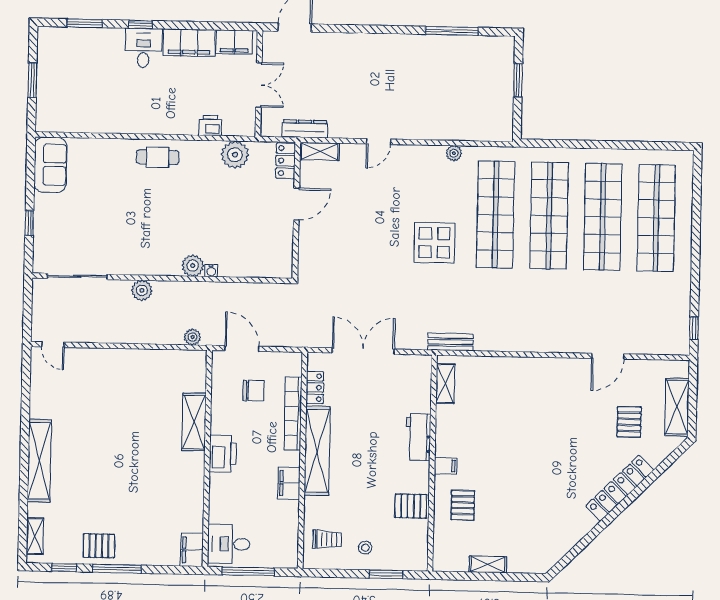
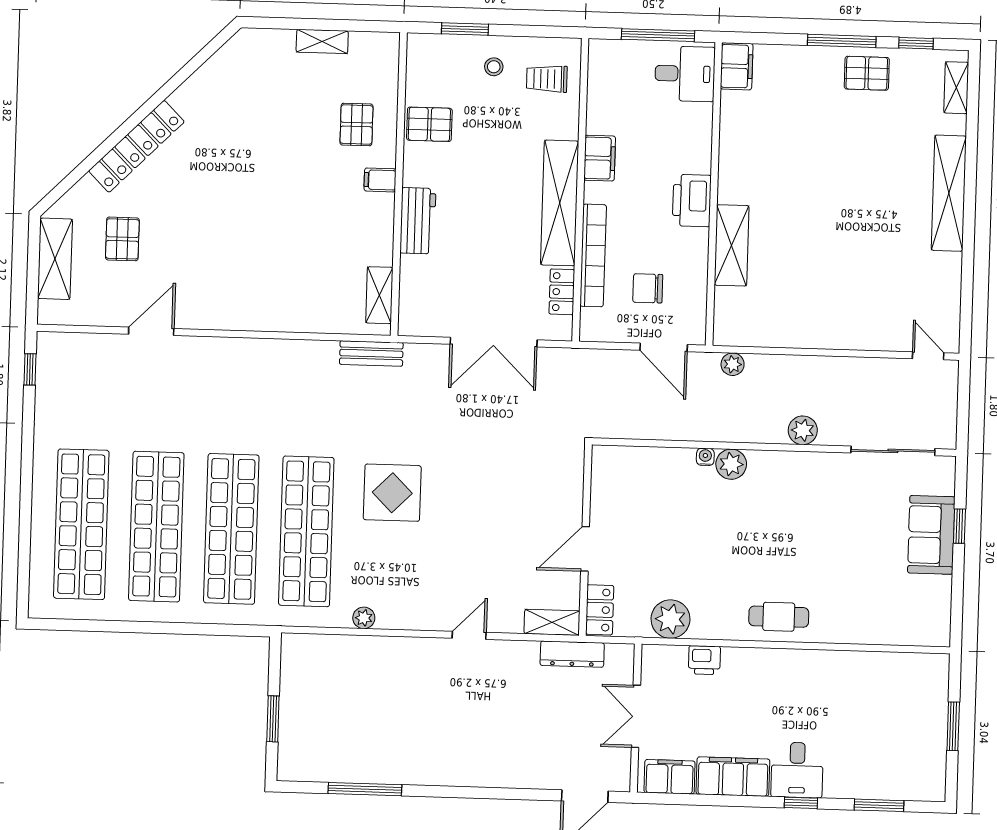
sofa: (50, 165) -> (931, 535), moved

